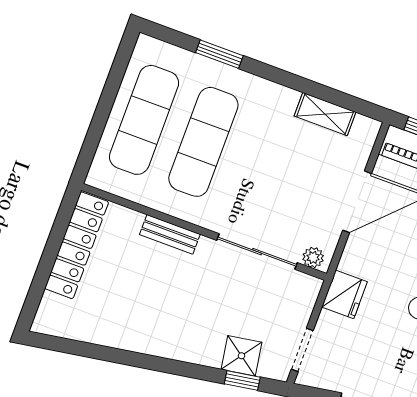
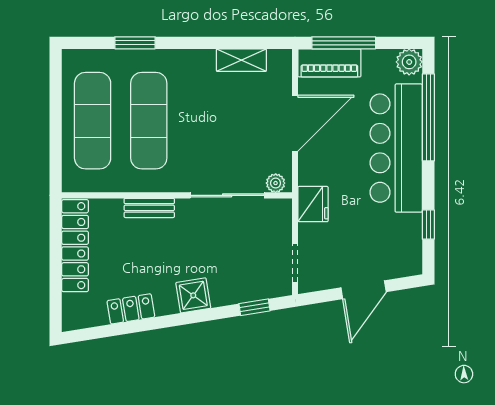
locker: (111, 334) -> (131, 309), added
shower: (241, 356) -> (193, 295), moved

